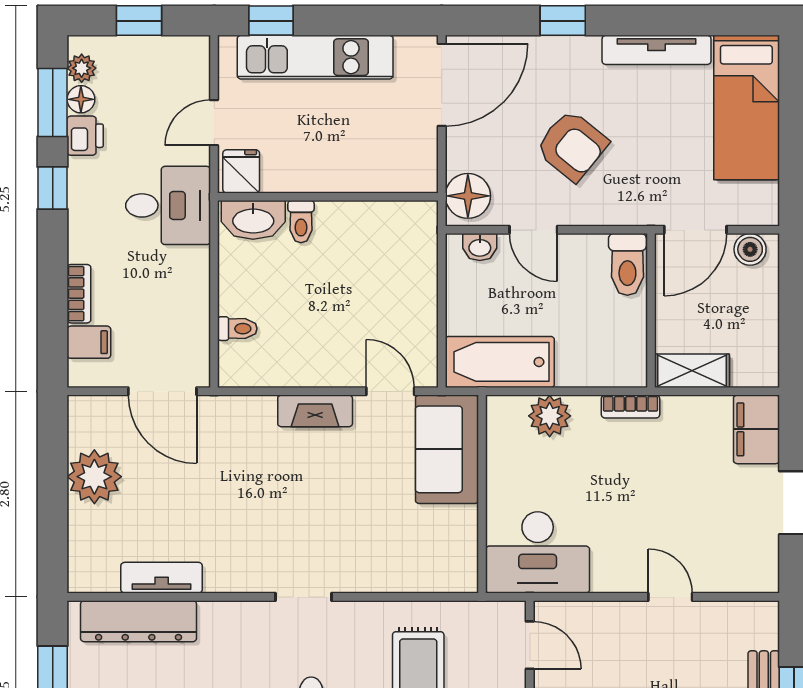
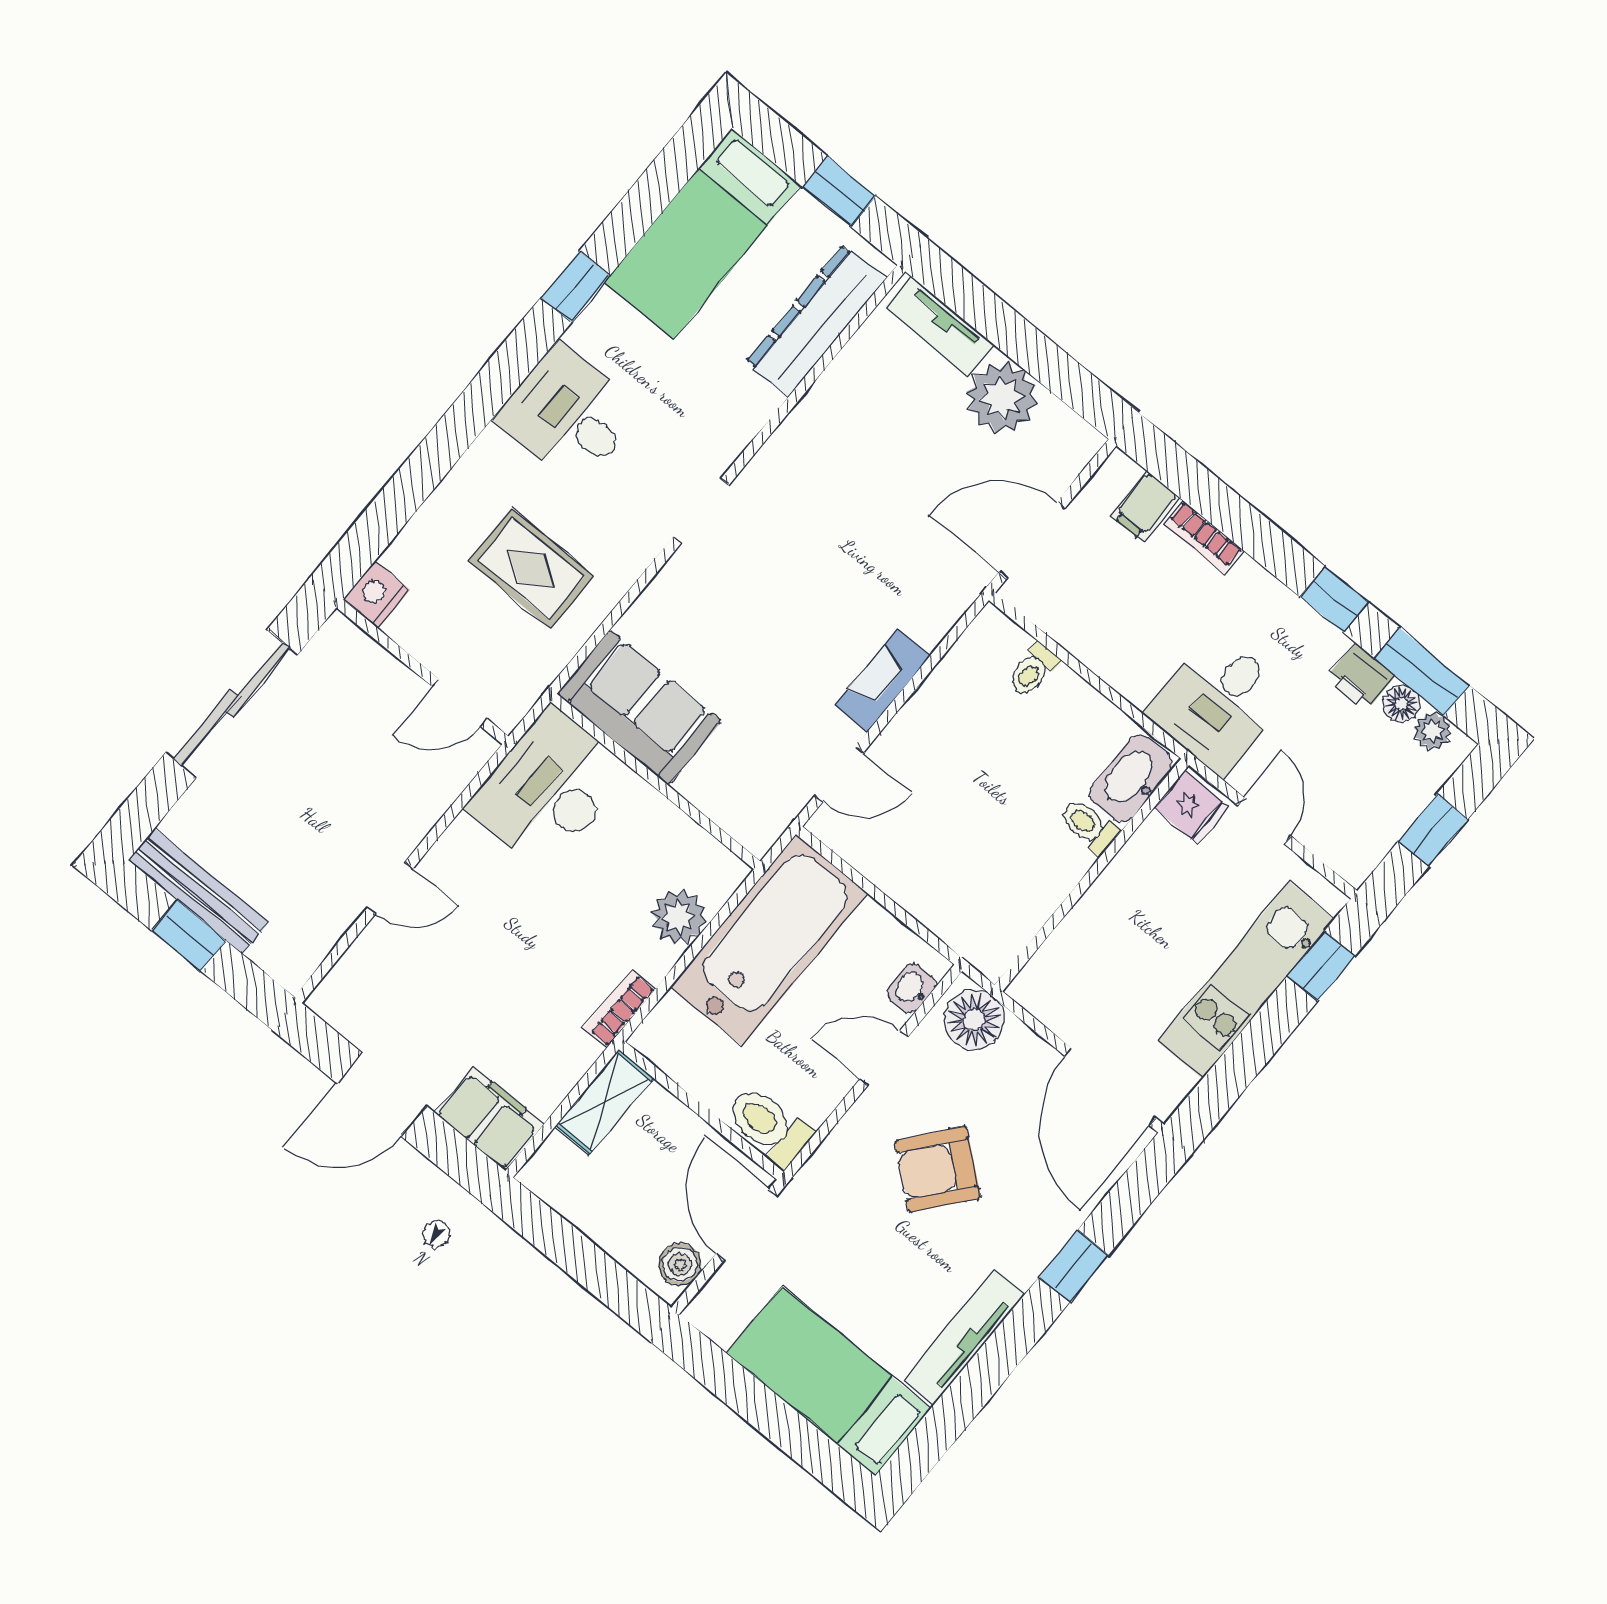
bathtub: (500, 362) -> (769, 940), width x1.36, depth x1.36
sofa: (447, 449) -> (639, 708), moved
tv unit: (162, 578) -> (939, 326), moved, turned 90

